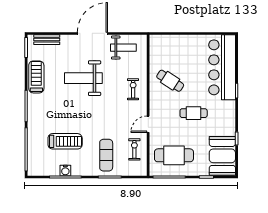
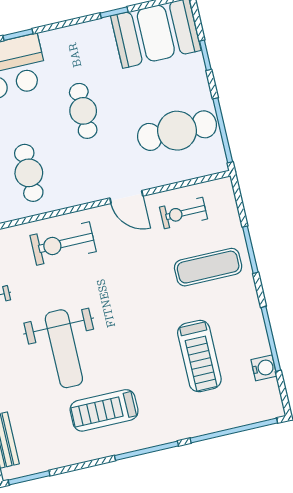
treadmill: (36, 77) -> (104, 410), moved
cafe table: (170, 81) -> (29, 173), turned -33
exercise bike: (133, 89) -> (63, 244), width x1.38, depth x1.39
treadmill: (65, 141) -> (199, 356), turned 180
cafe table: (174, 155) -> (177, 131), turned 90
water cooler: (65, 170) -> (264, 368), moved

